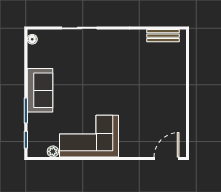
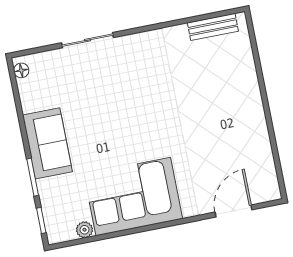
door: (166, 158) -> (233, 211), moved

